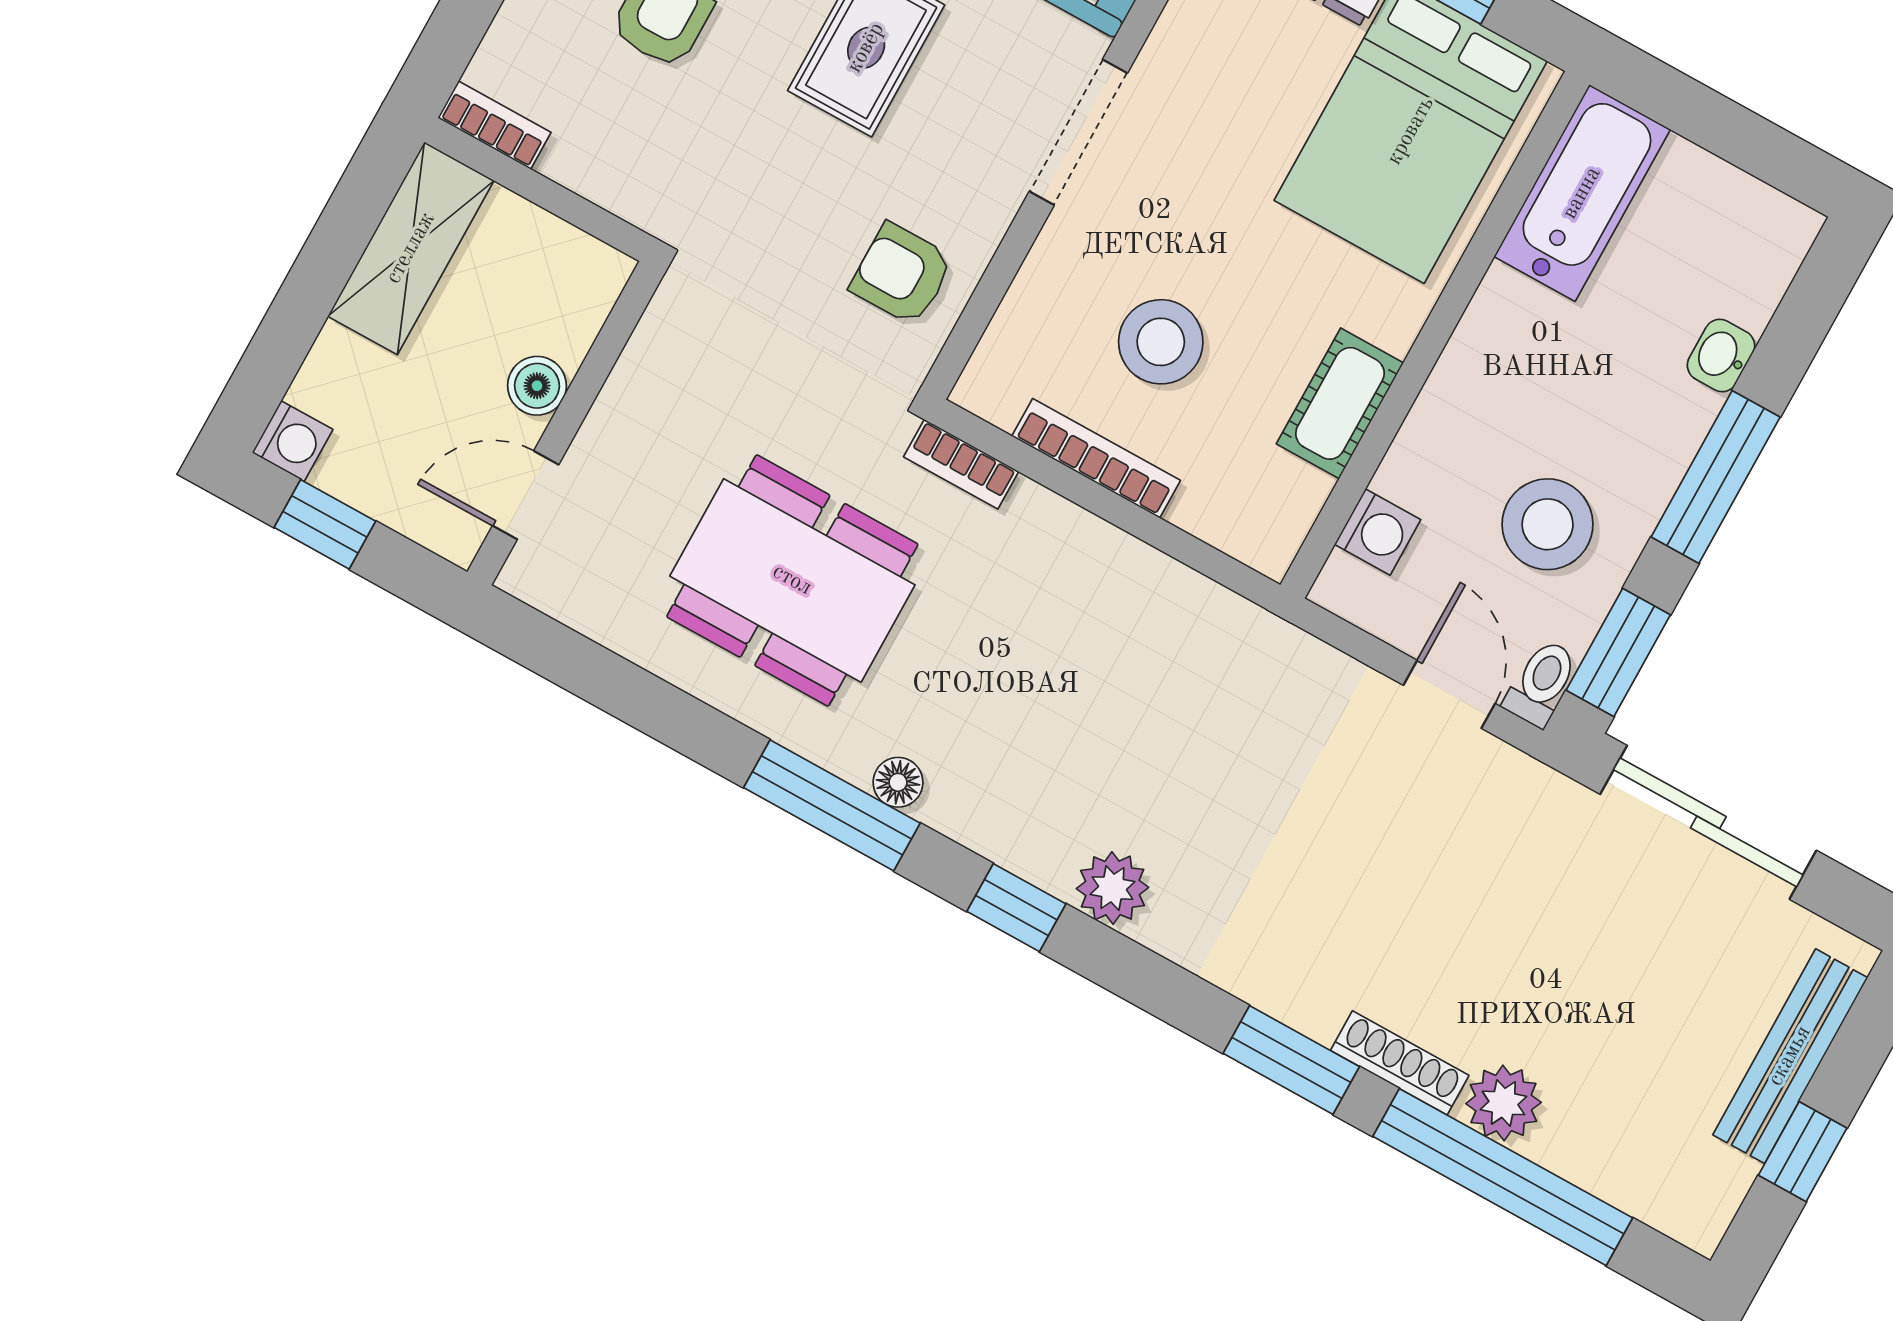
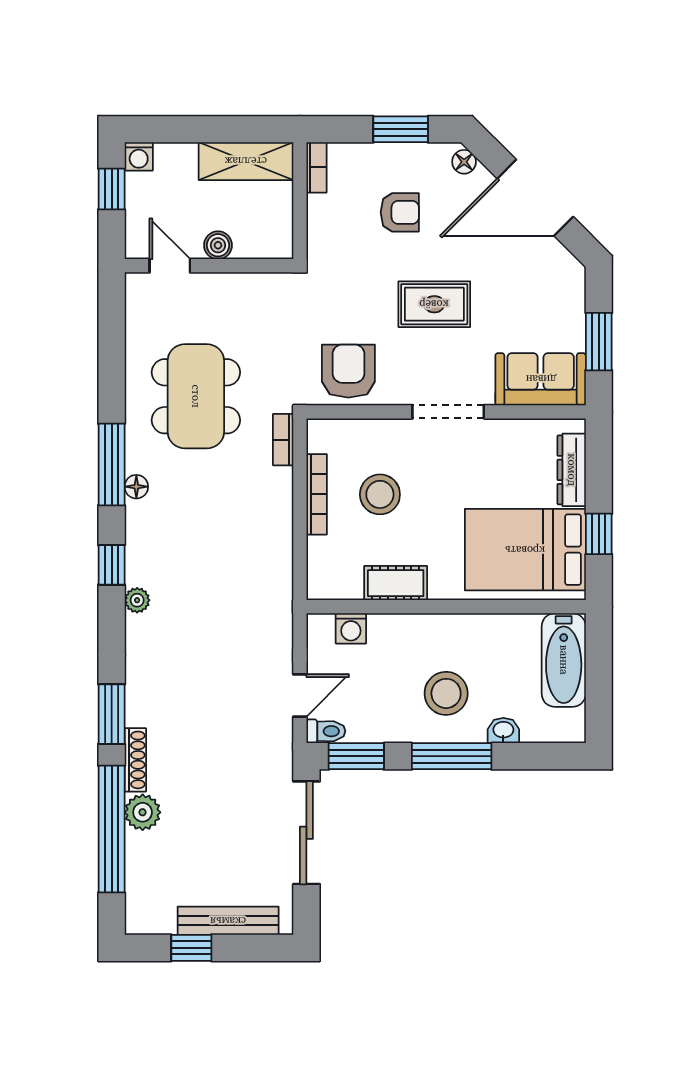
bathtub: (1582, 193) -> (564, 660), moved, turned 90
armchair: (902, 274) -> (348, 371), width x1.38, depth x1.38
stool: (1548, 524) -> (446, 693), moved
plant: (1113, 888) -> (137, 600), width x0.73, depth x0.73

